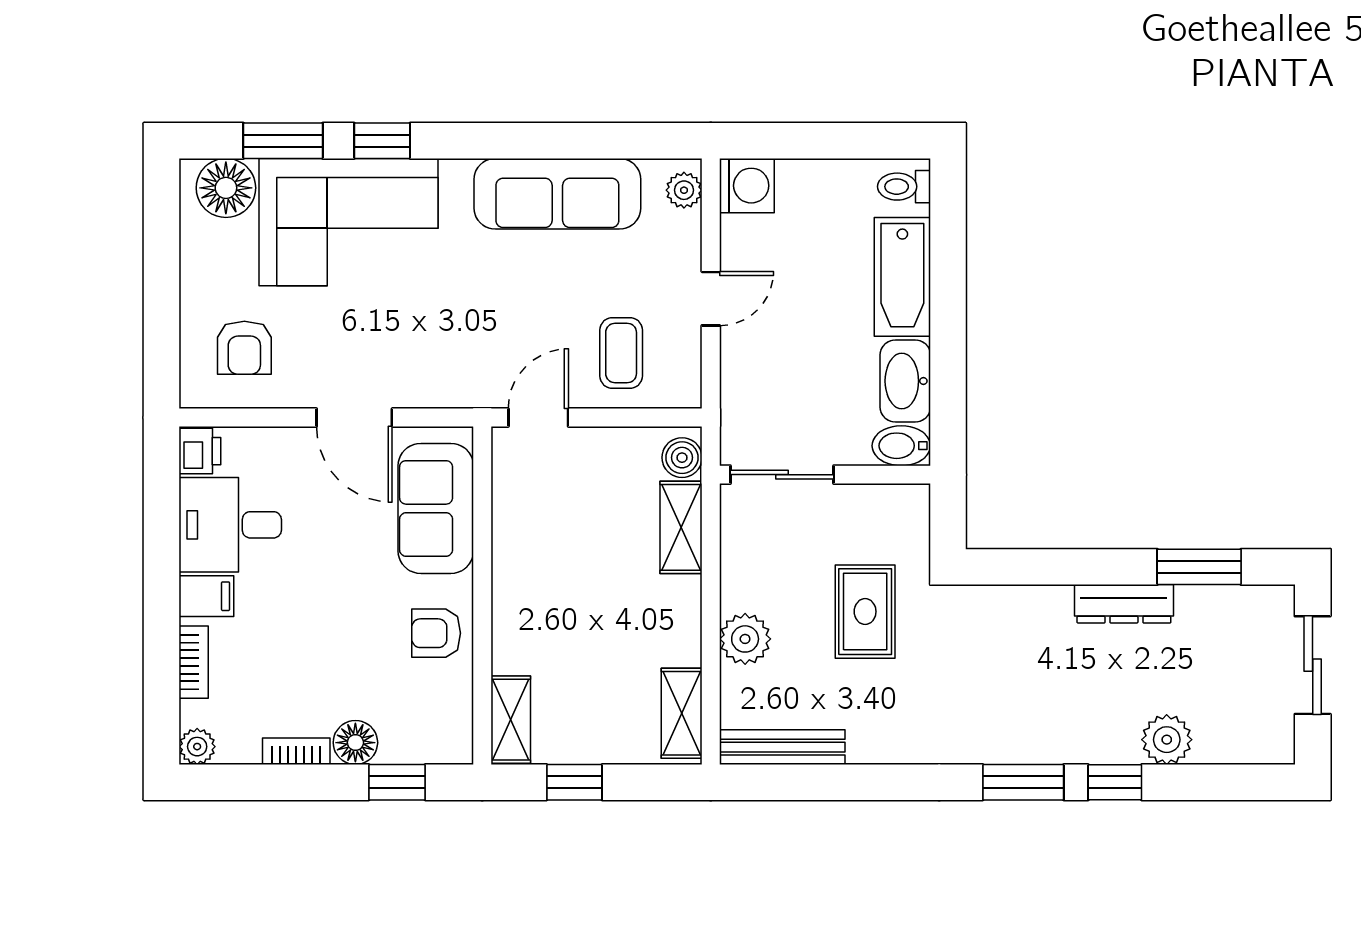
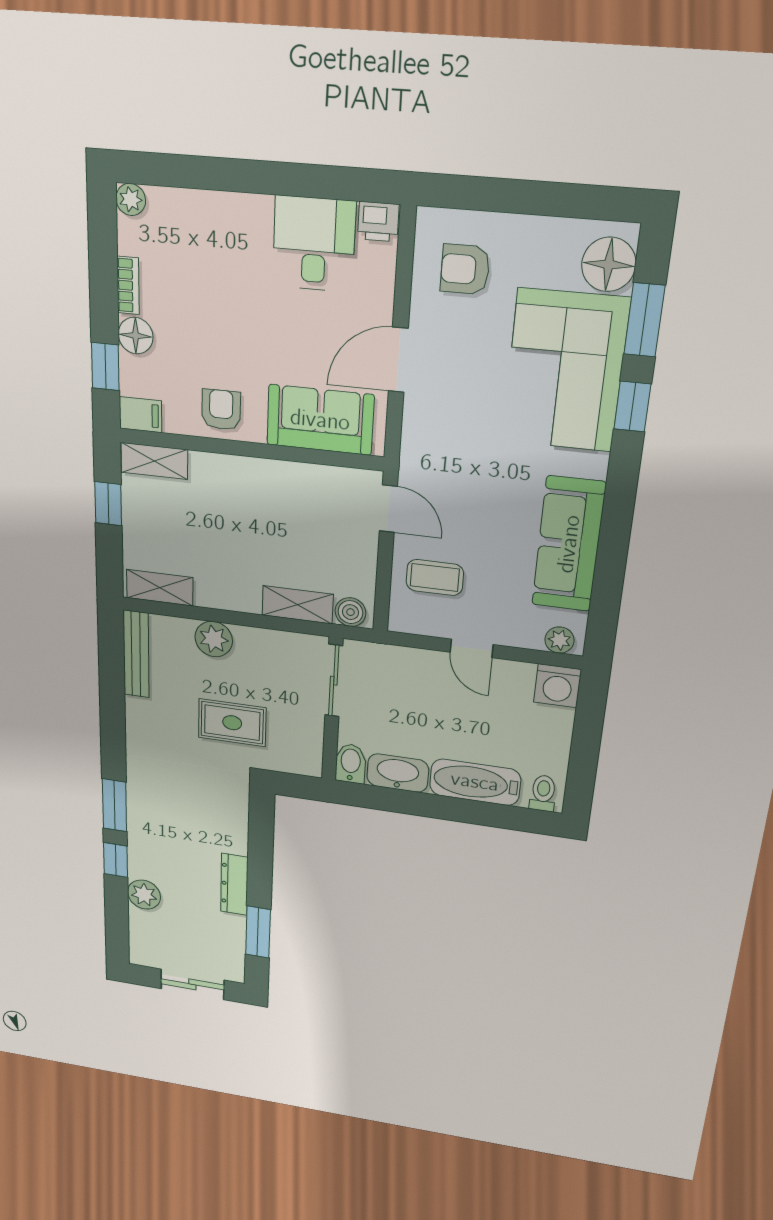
filing cabinet: (206, 596) -> (140, 415), moved, turned -90
bookcase: (194, 662) -> (200, 202), removed

